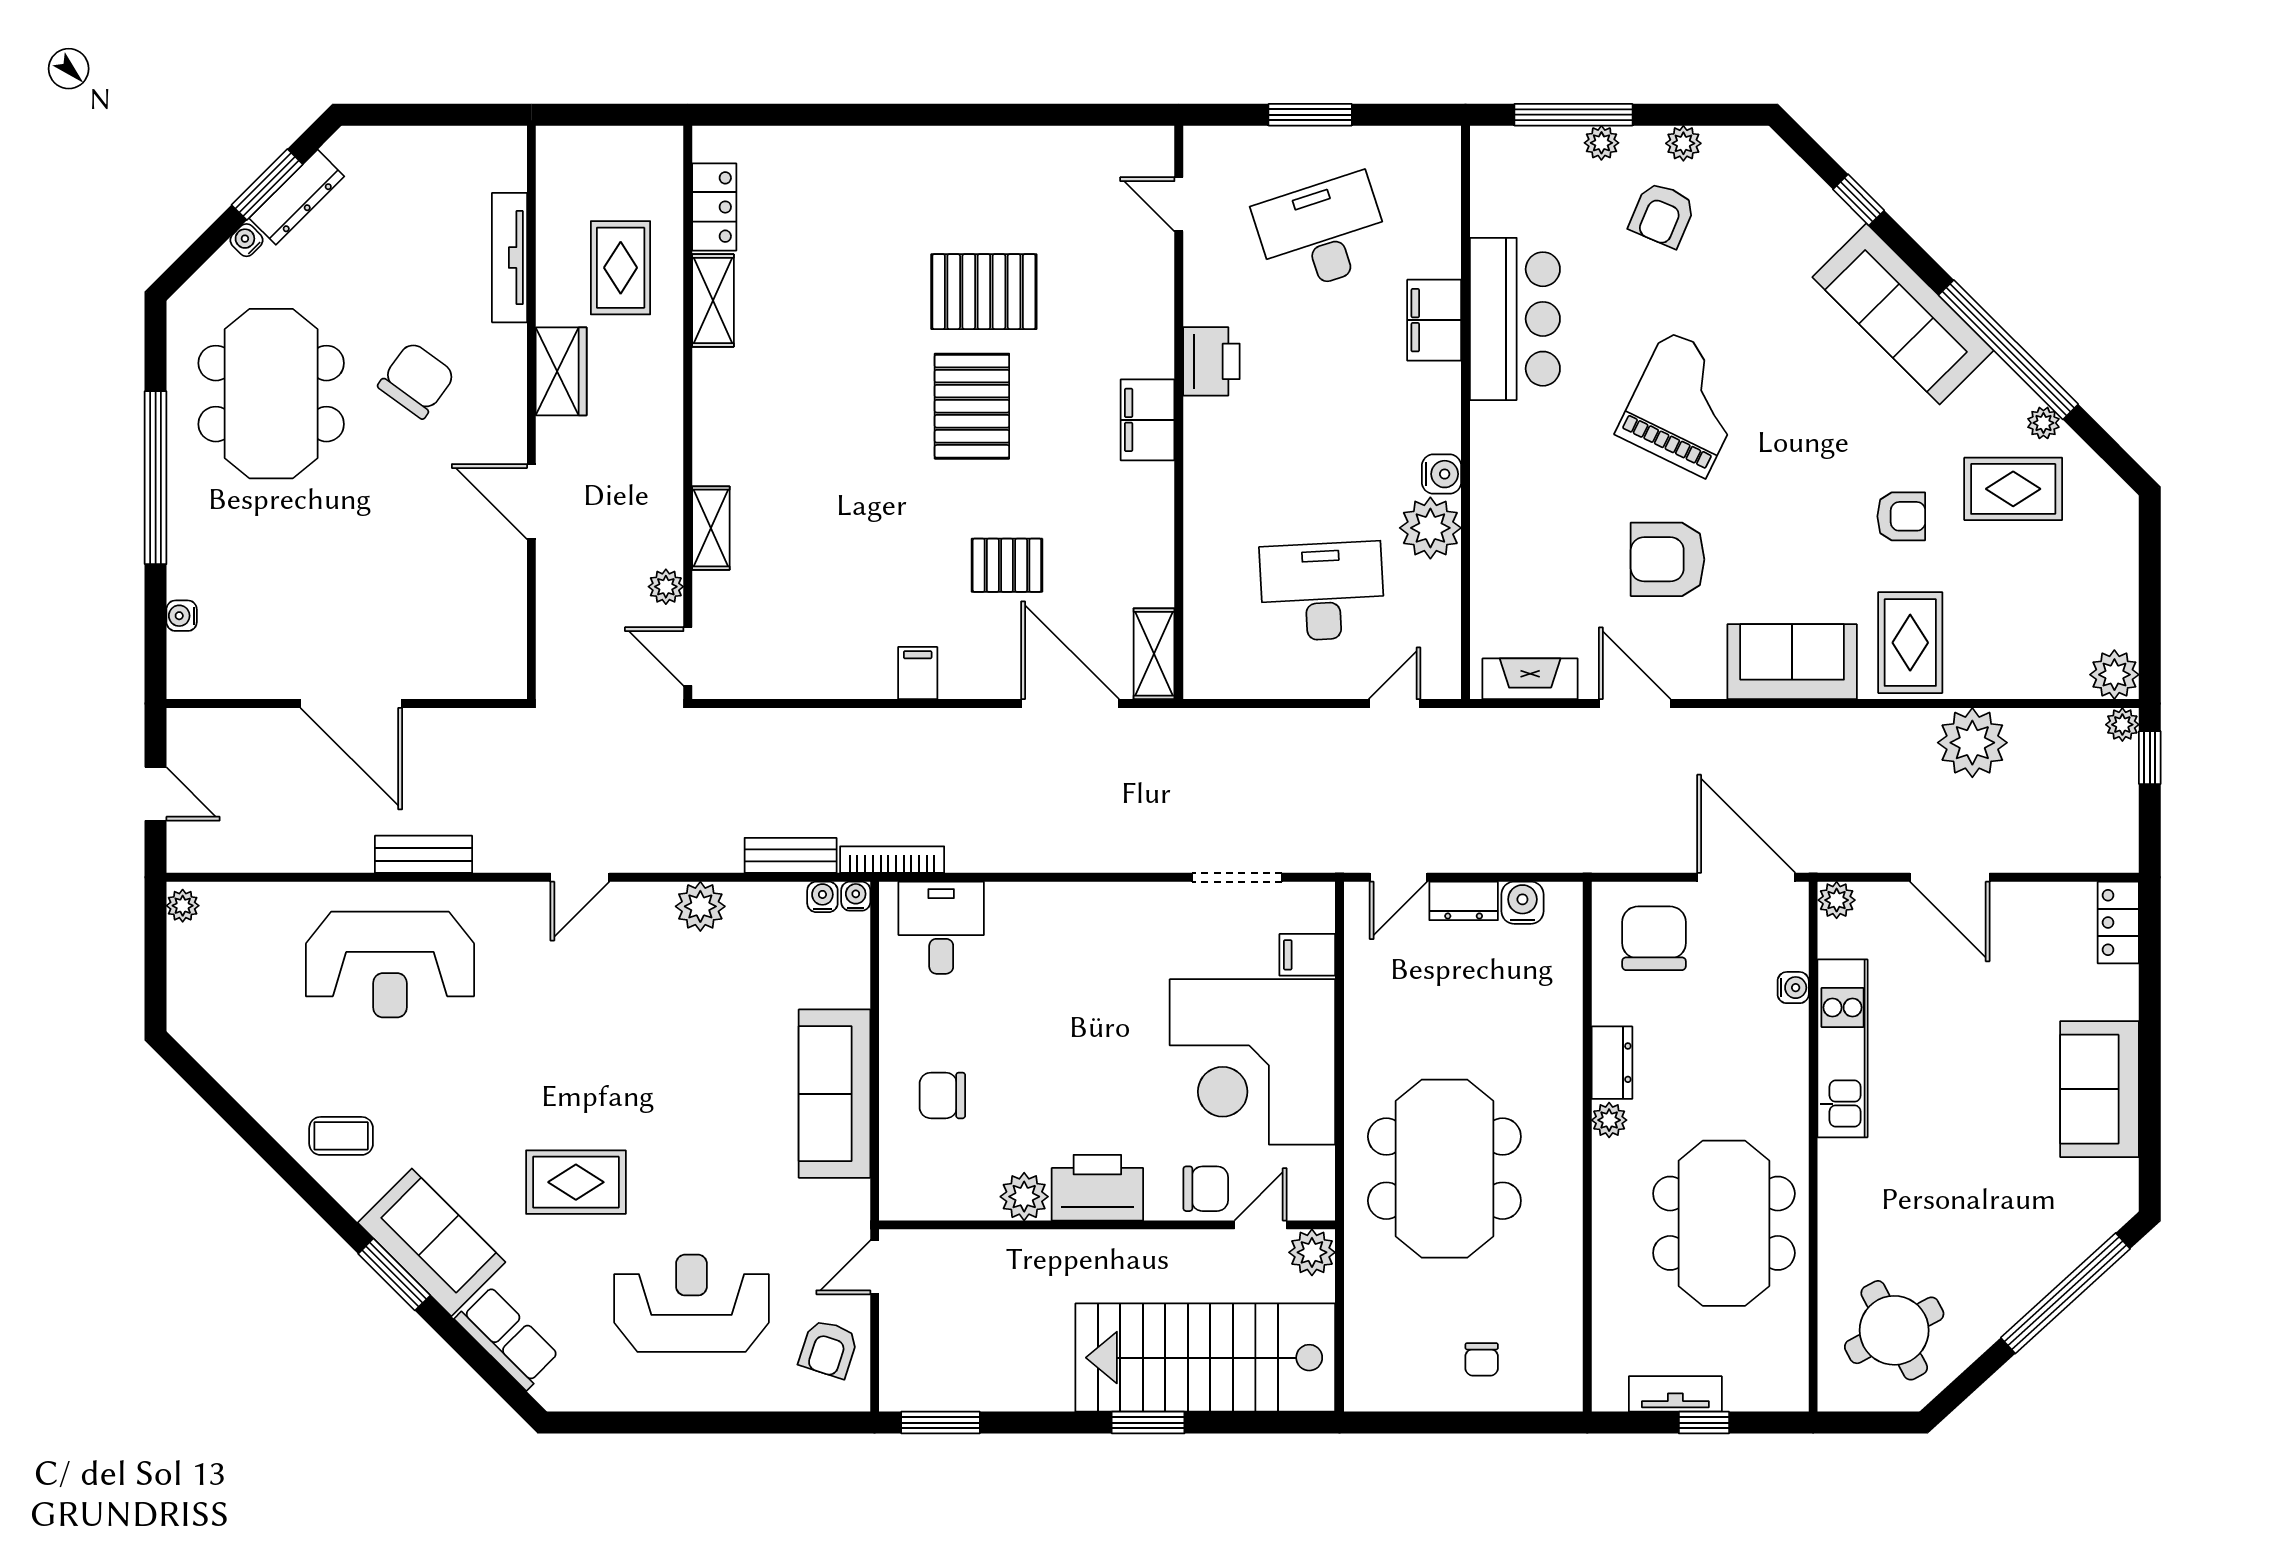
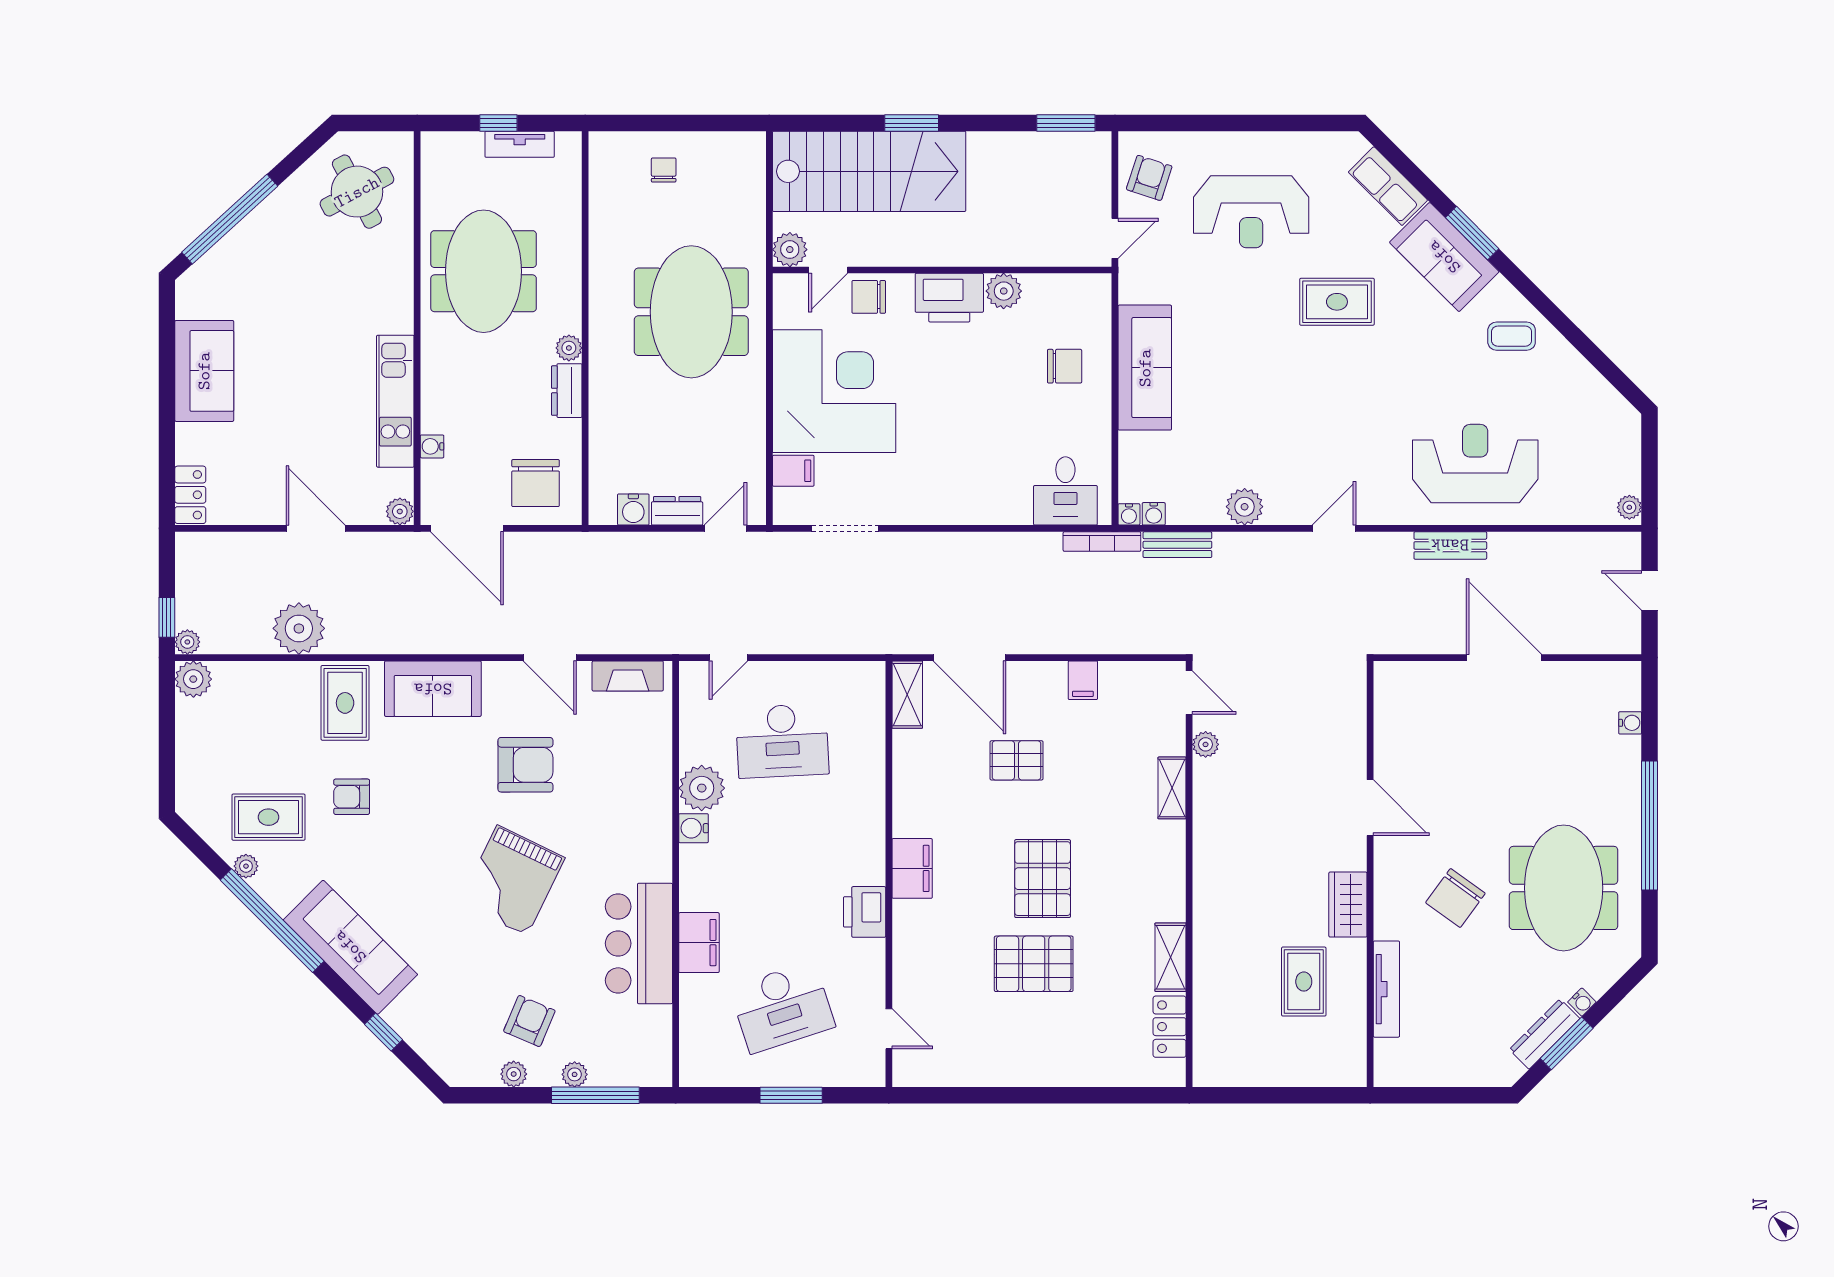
locker: (714, 207) -> (1170, 1027), moved
shelving: (713, 301) -> (1171, 957), moved
wall: (688, 412) -> (1189, 874), moved
shelving: (711, 528) -> (1172, 788), moved
plant: (666, 587) -> (1206, 744), moved
door: (688, 656) -> (1189, 693), moved

